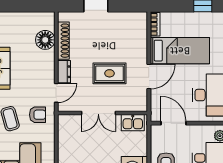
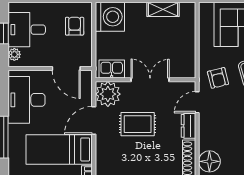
plant: (136, 100) -> (108, 94), added
armchair: (38, 115) -> (218, 78), turned -104

